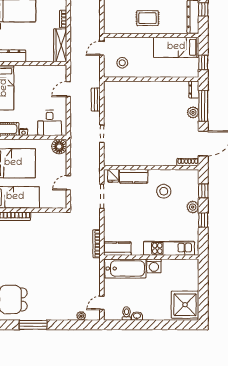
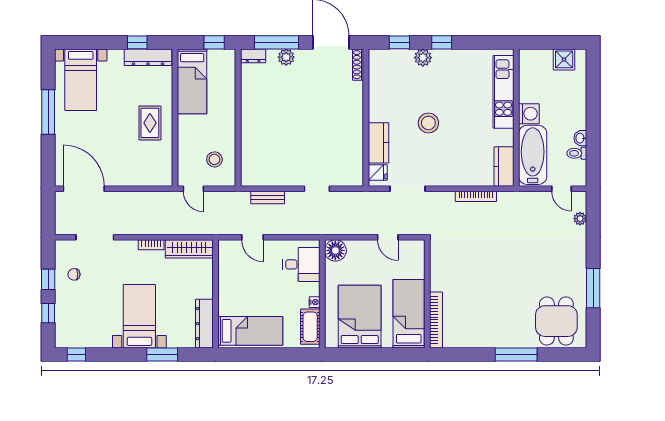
stool: (164, 191) -> (428, 123), moved
kitchen unit: (169, 248) -> (504, 92), moved
kitchen counter: (117, 249) -> (504, 167), moved
wall: (151, 257) -> (516, 118), moved
washing machine: (154, 266) -> (529, 114), moved
bathtub: (125, 268) -> (533, 155), moved
shower: (185, 305) -> (564, 59), width x0.54, depth x0.54

